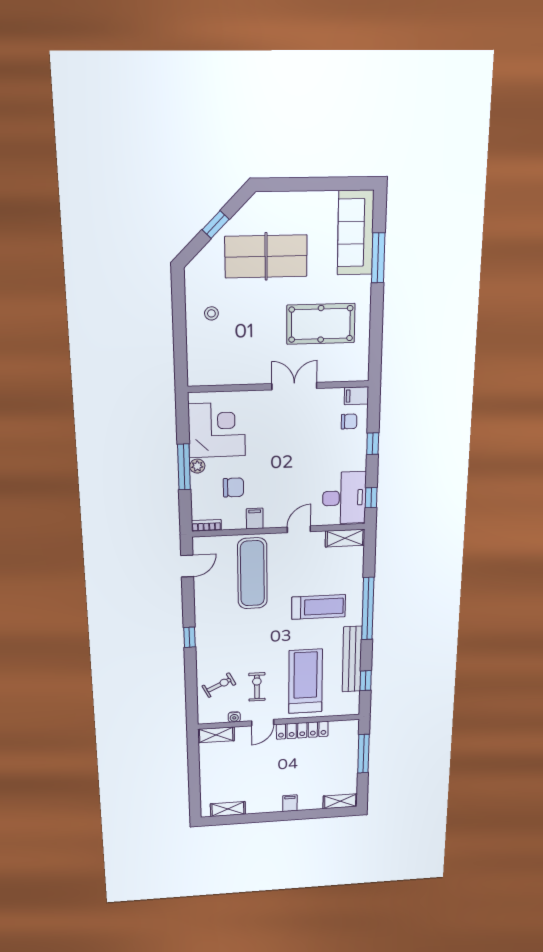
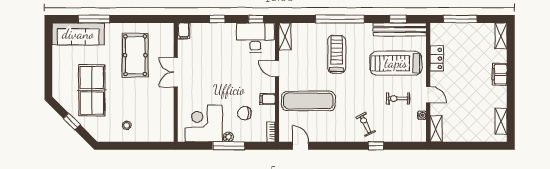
chair: (349, 421) -> (201, 35), removed
chair: (233, 487) -> (244, 113), turned -90
window: (190, 637) -> (376, 146), moved
bench: (352, 659) -> (400, 29), moved
exercise bike: (219, 685) -> (365, 124), moved
locker: (302, 730) -> (437, 59), width x0.66
filing cabinet: (290, 803) -> (500, 74), width x2.00

